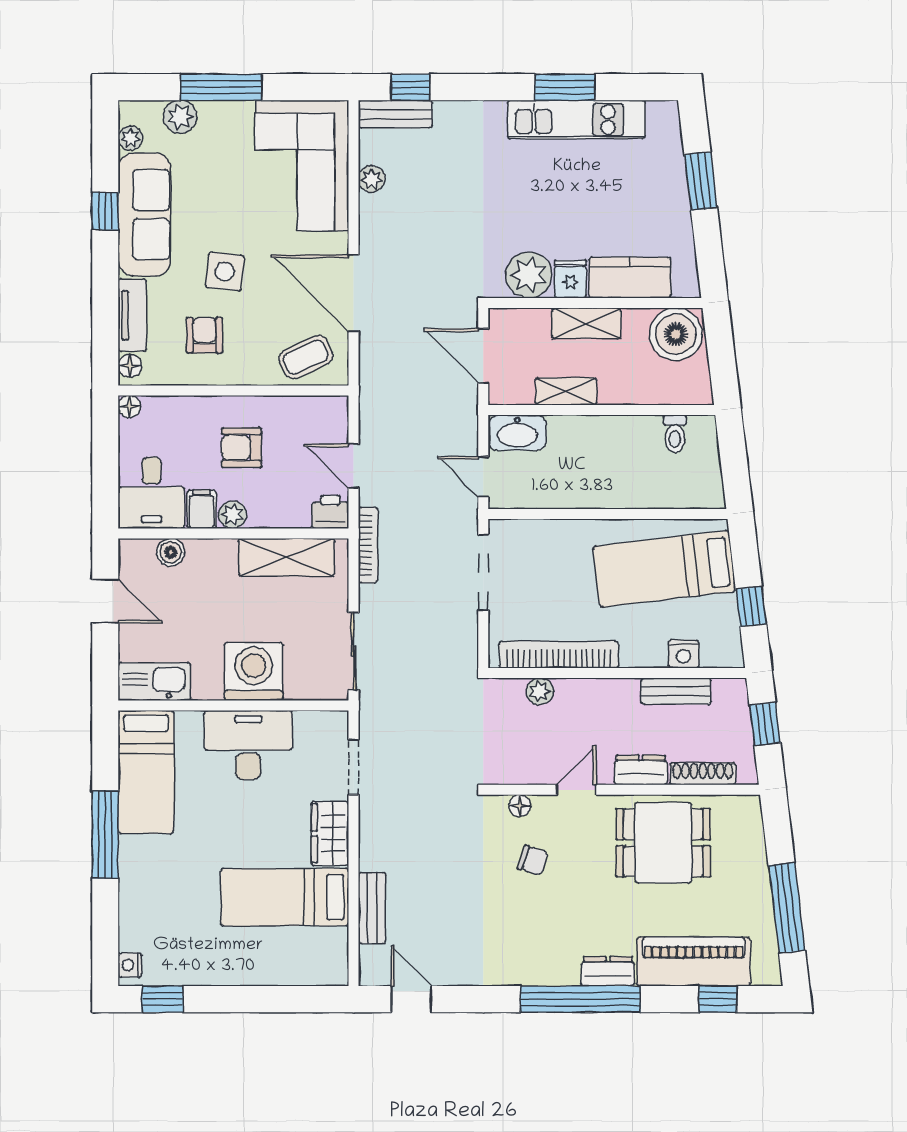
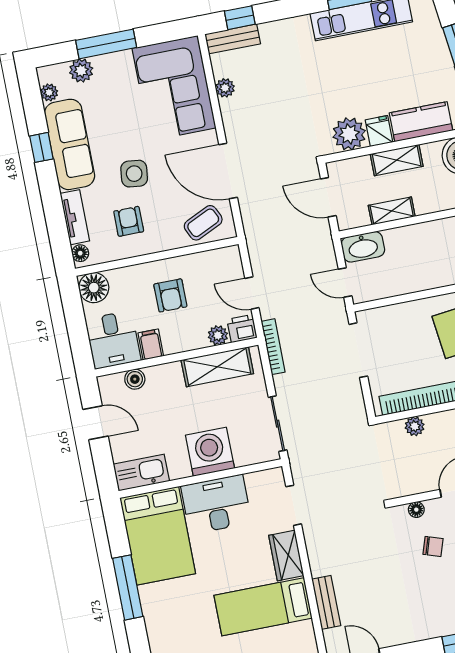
floor lamp: (129, 407) -> (94, 288), width x1.89, depth x1.89
armchair: (242, 448) -> (170, 295), turned -90
plant: (233, 515) -> (218, 335), moved
bed: (146, 772) -> (158, 536), width x1.50

